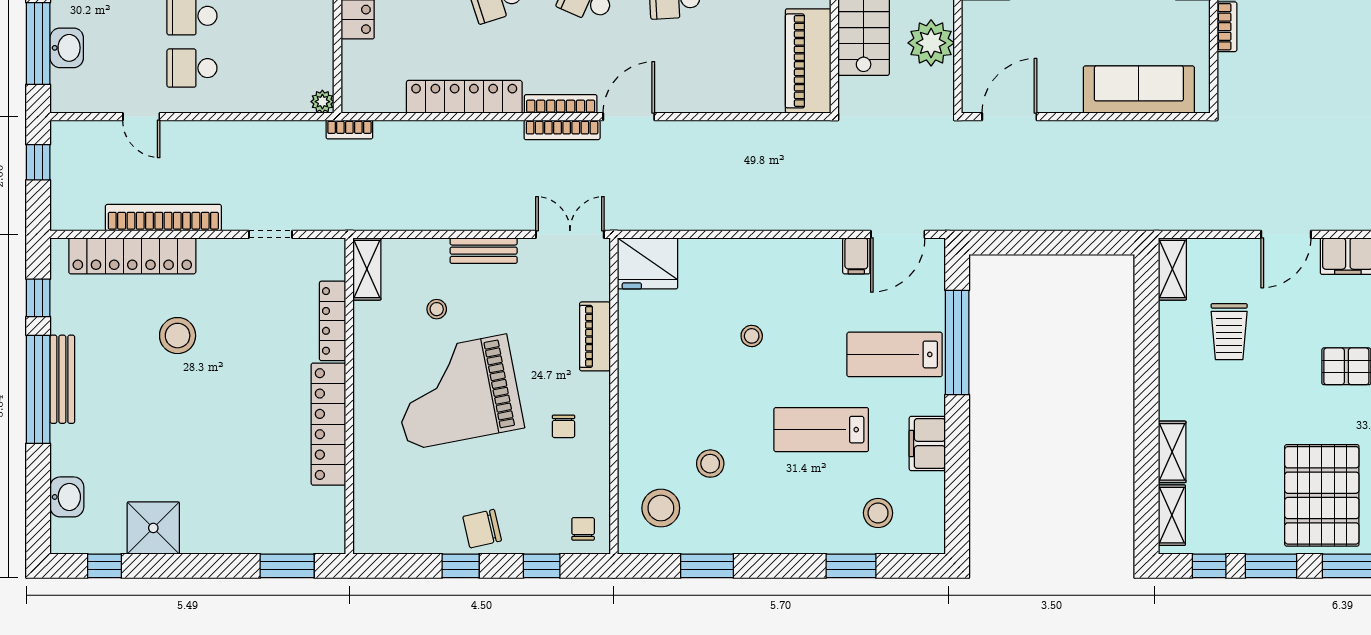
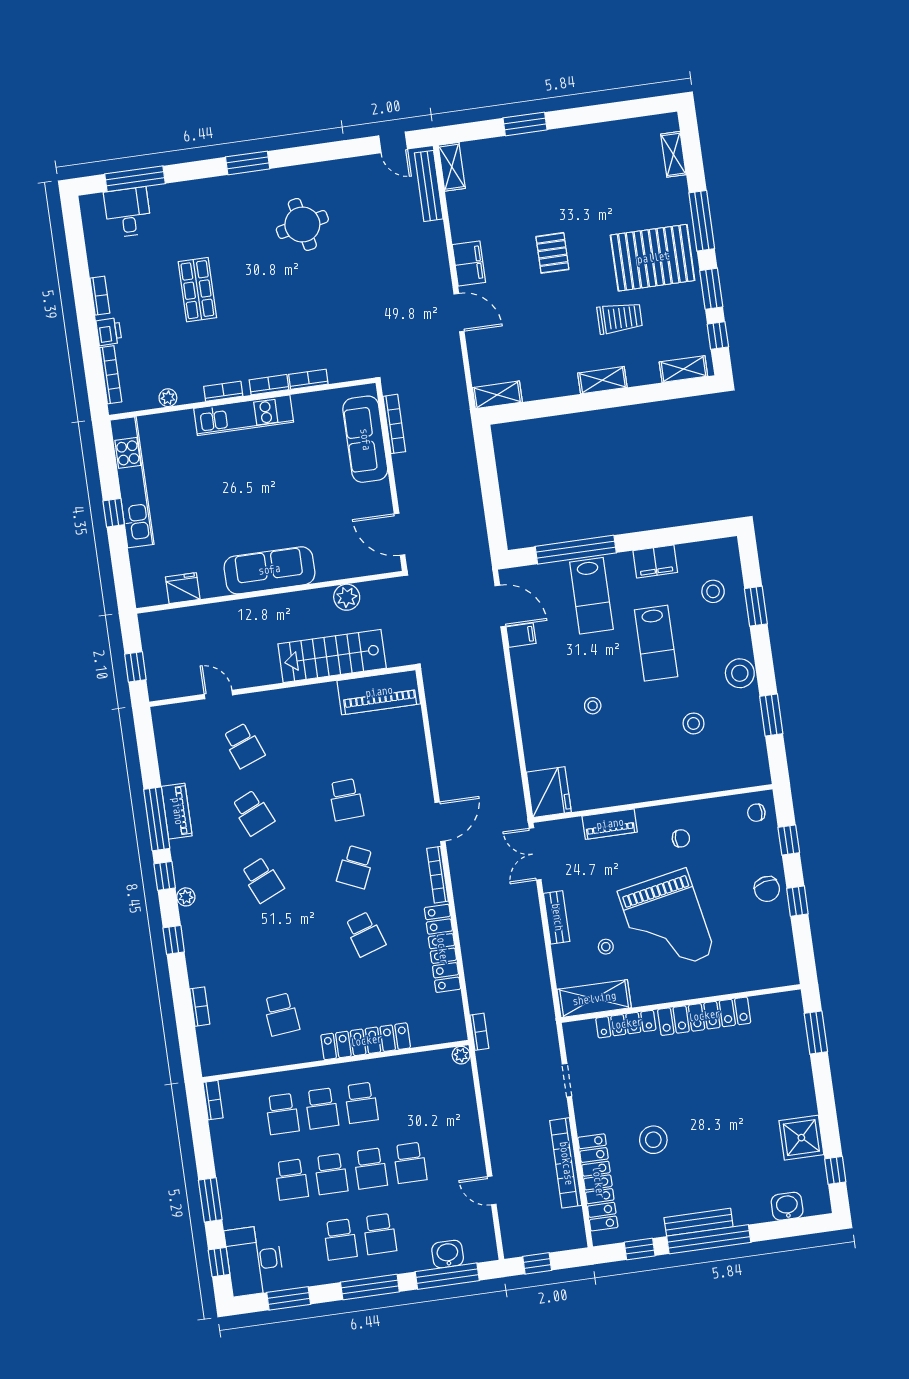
plant: (931, 43) -> (347, 597), width x0.73, depth x0.73
school desk: (192, 68) -> (450, 1157), removed
door: (141, 117) -> (492, 1190), swing flipped
door: (629, 117) -> (440, 822), swing flipped
bookcase: (562, 130) -> (394, 424), moved
shelving: (367, 269) -> (594, 999), width x1.50, depth x1.33
trolley: (1229, 332) -> (620, 318), moved
shelving: (1172, 452) -> (602, 380), moved
stool: (661, 508) -> (740, 673), moved

